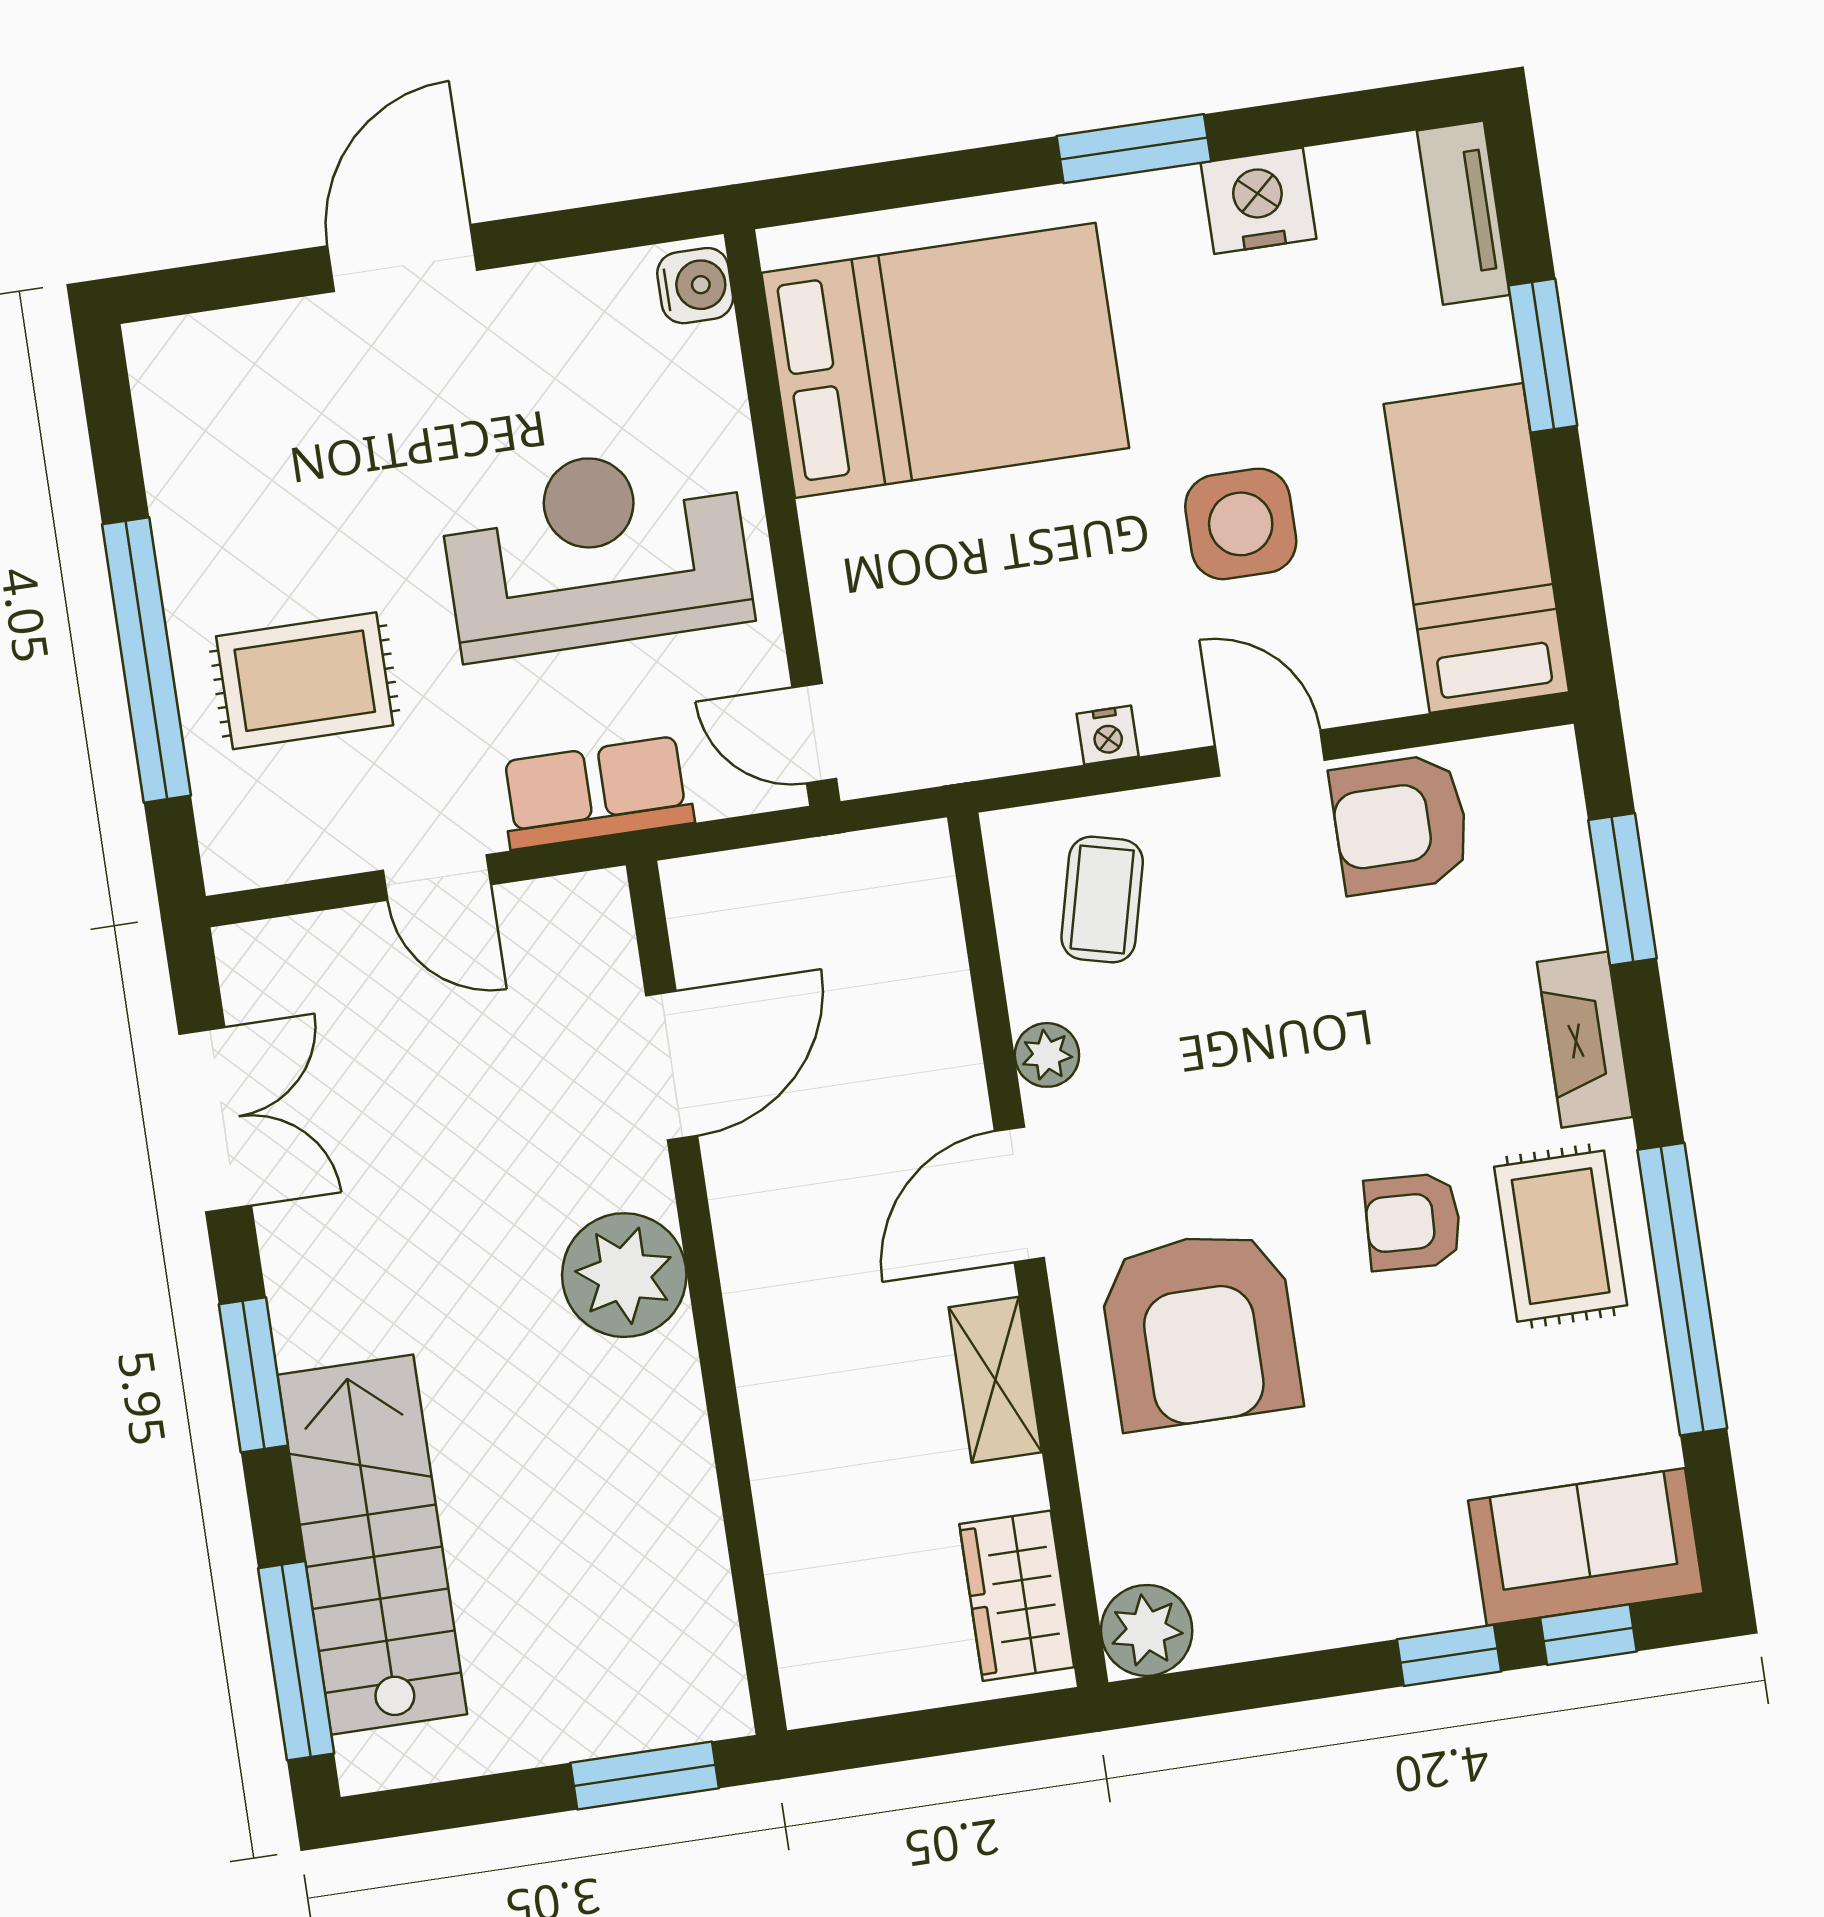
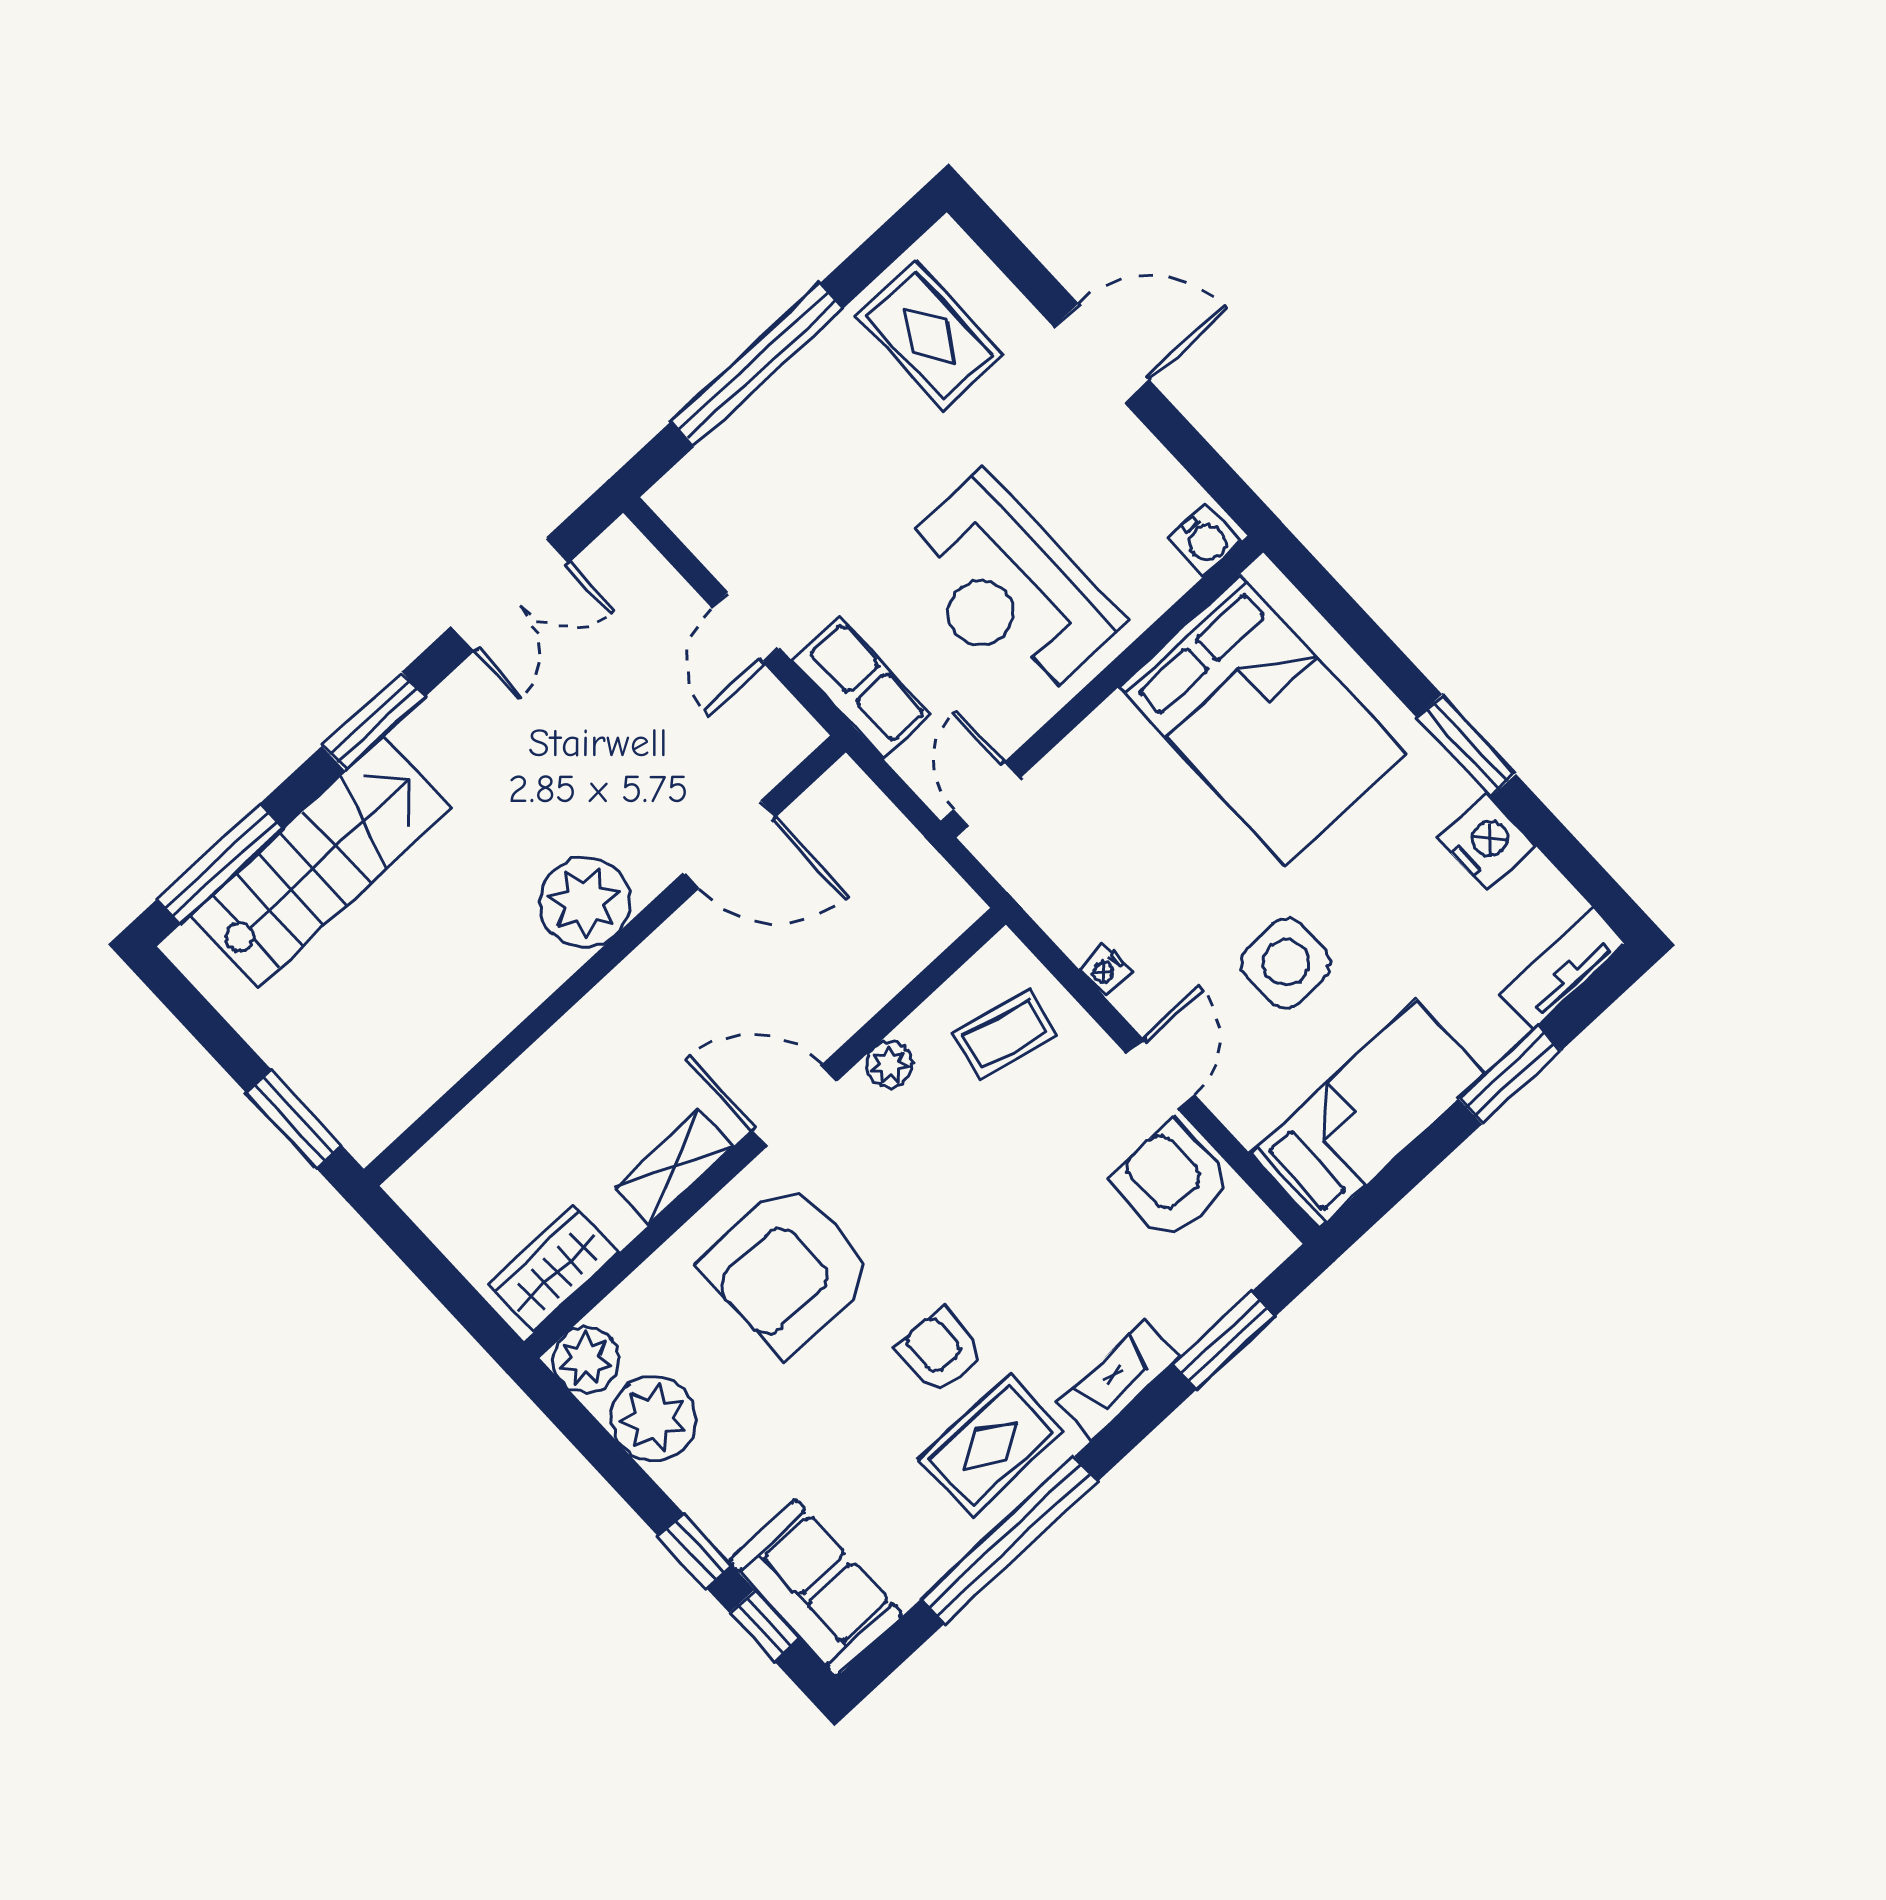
reception desk: (596, 551) -> (1006, 589), turned 180
rug: (305, 681) -> (929, 336), moved
plant: (1266, 1599) -> (654, 1418), added

